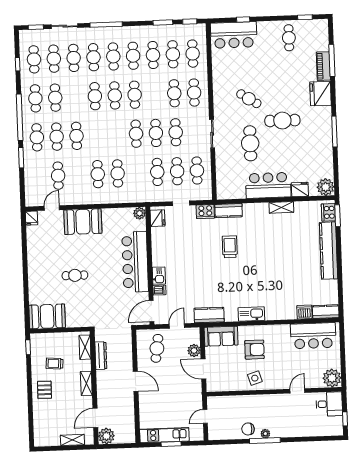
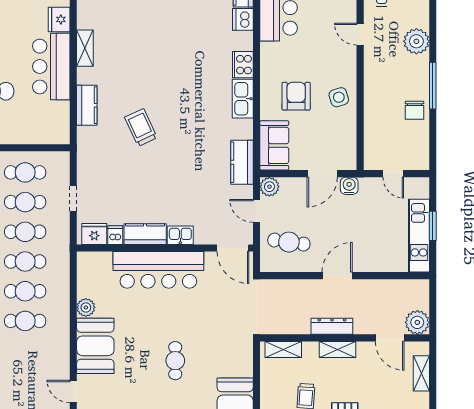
cafe table: (58, 176) -> (25, 262), moved
kitchen counter: (229, 211) -> (87, 105), moved
cooker: (205, 212) -> (243, 65), moved, turned 180
plant: (140, 213) -> (86, 307), moved
trolley: (230, 247) -> (141, 128), turned 65
kitchen counter: (159, 252) -> (145, 234), added
dishwasher: (159, 290) -> (115, 235), moved
plant: (194, 350) -> (269, 187), moved
dresser: (101, 356) -> (332, 326), moved
water cooler: (196, 387) -> (349, 186), added
plant: (265, 434) -> (416, 41), moved, width x1.88, depth x1.88

